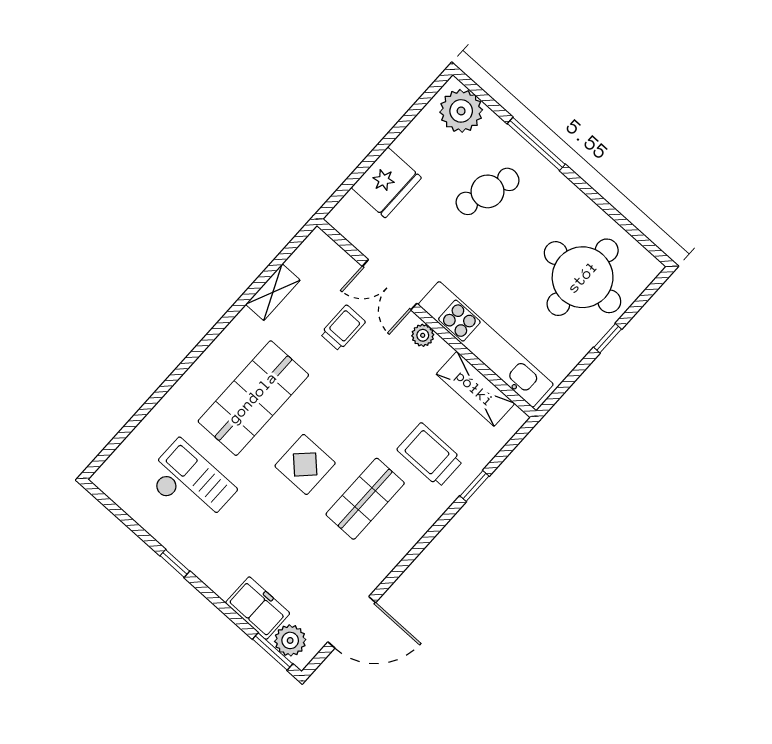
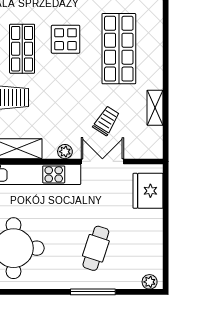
plant: (461, 111) -> (150, 282), width x0.53, depth x0.53
fridge: (386, 183) -> (148, 191), moved
trolley: (343, 328) -> (106, 121), turned -148

